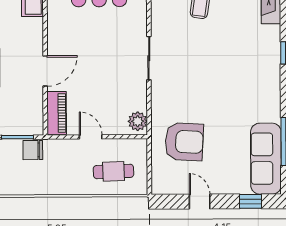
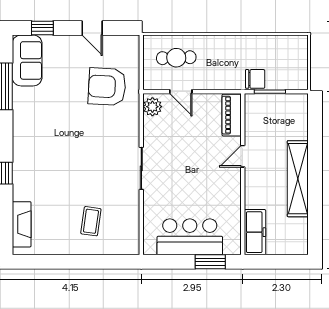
door: (45, 71) -> (243, 156), width x0.73
door: (91, 137) -> (181, 92), moved
sofa: (266, 159) -> (27, 60), width x0.73

